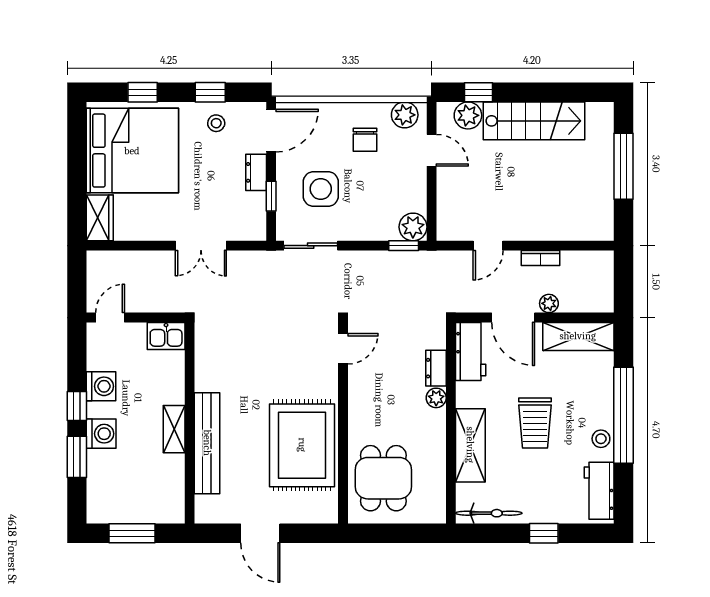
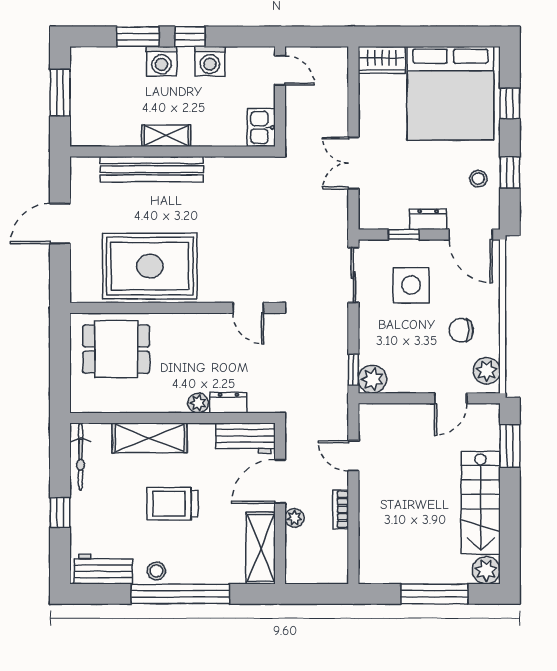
window: (478, 92) -> (510, 446), width x1.50
plant: (468, 115) -> (486, 570), moved

